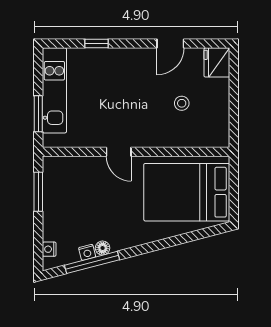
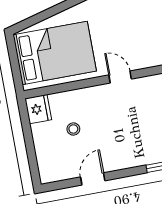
fridge: (217, 62) -> (38, 109), moved

